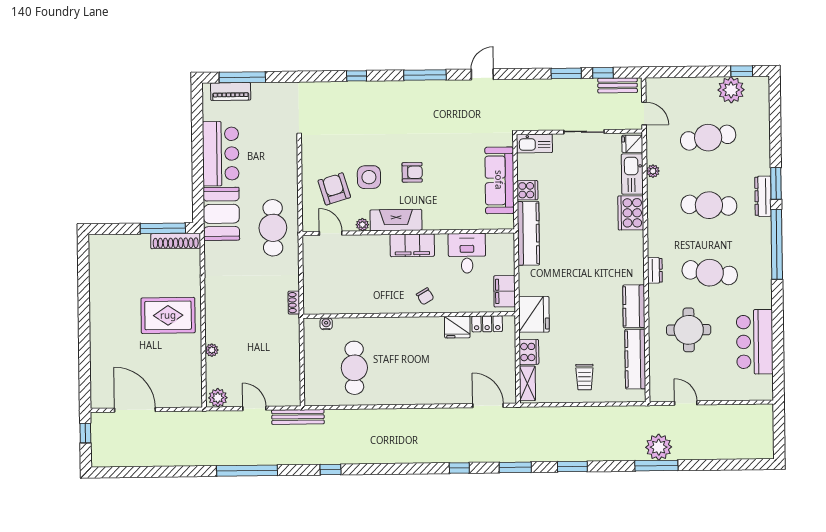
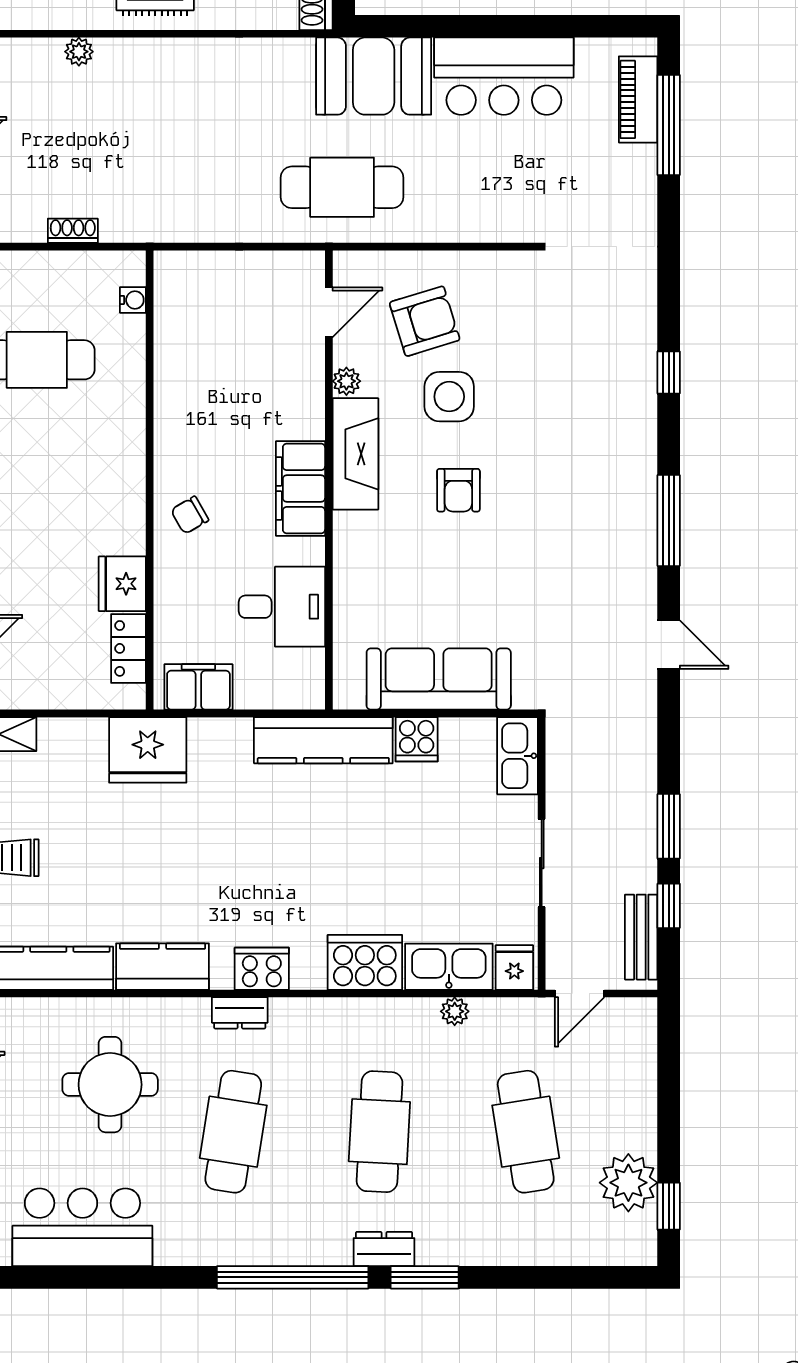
dresser: (763, 196) -> (384, 1249), width x0.70
shoe rack: (294, 303) -> (73, 231), moved
cooker: (529, 352) -> (262, 969), moved, turned 180

